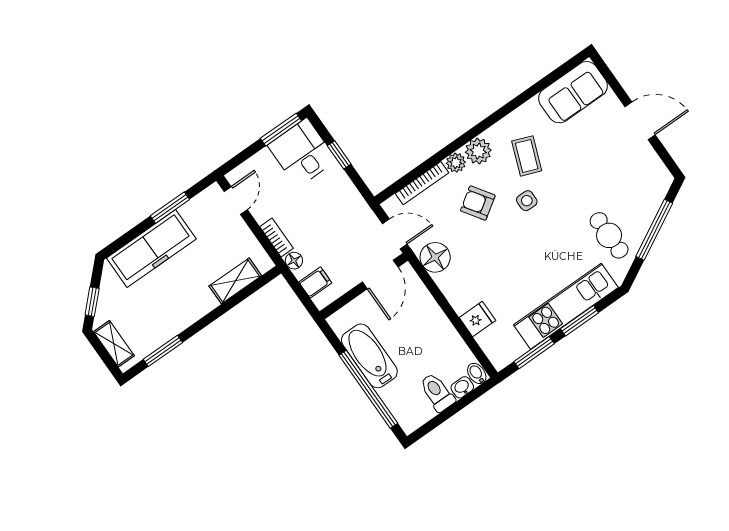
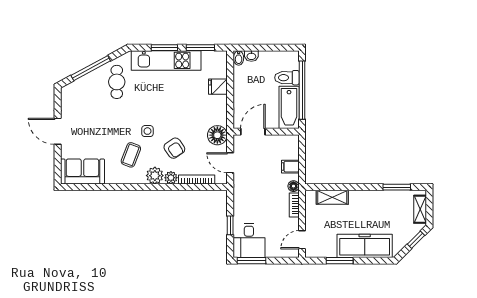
door: (380, 274) -> (253, 132), moved
wall: (364, 286) -> (266, 132), moved
toilet: (437, 392) -> (287, 78), moved, turned 90

